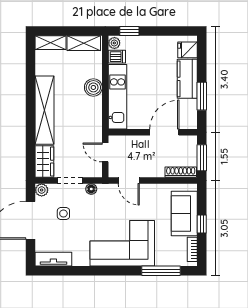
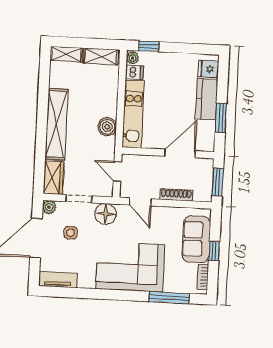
boiler: (93, 87) -> (107, 127), moved
shoe rack: (181, 172) -> (176, 195), moved
floor lamp: (91, 189) -> (106, 214), width x1.89, depth x1.89

